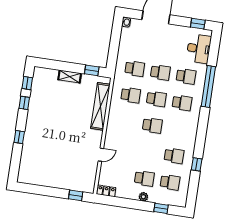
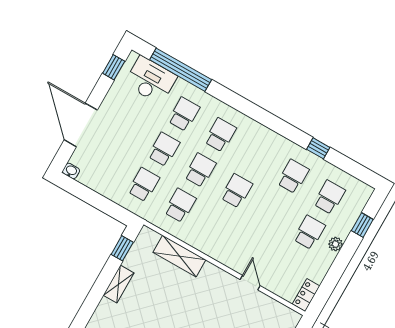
window: (208, 87) -> (181, 70), moved
shelving: (100, 106) -> (179, 256), width x0.68

